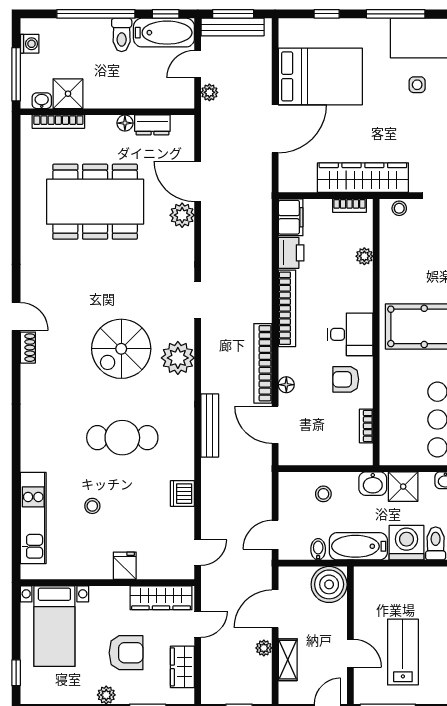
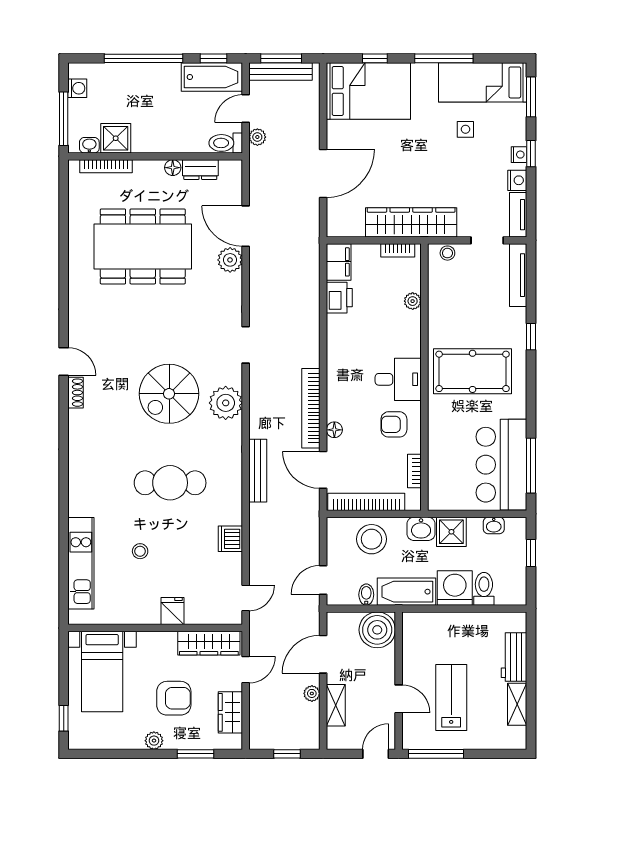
toilet: (122, 35) -> (226, 143), moved, turned 90
bed: (320, 76) -> (368, 91), moved
bookcase: (287, 308) -> (366, 502), moved, turned -90
stool: (323, 494) -> (371, 539), width x1.89, depth x1.89

